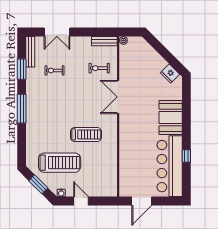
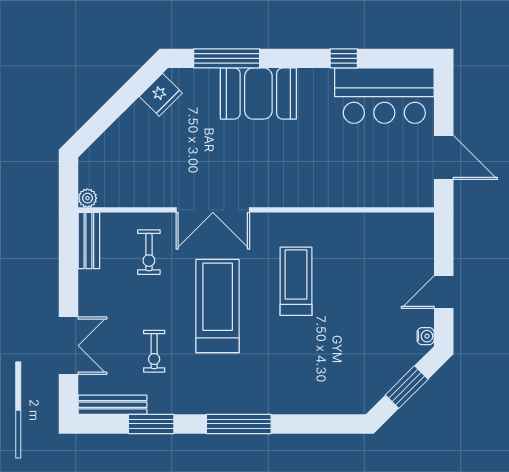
window: (186, 103) -> (227, 58), added
treadmill: (60, 163) -> (218, 306), moved
bar counter: (170, 166) -> (384, 96), width x0.73

